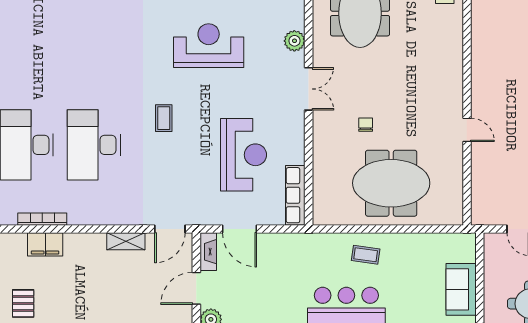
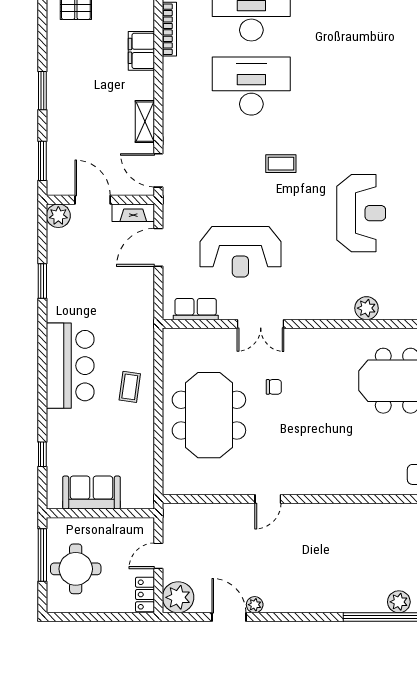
double door: (309, 89) -> (261, 324), moved
row of seats: (295, 195) -> (196, 309), width x0.68
filing cabinet: (45, 244) -> (141, 51), moved

